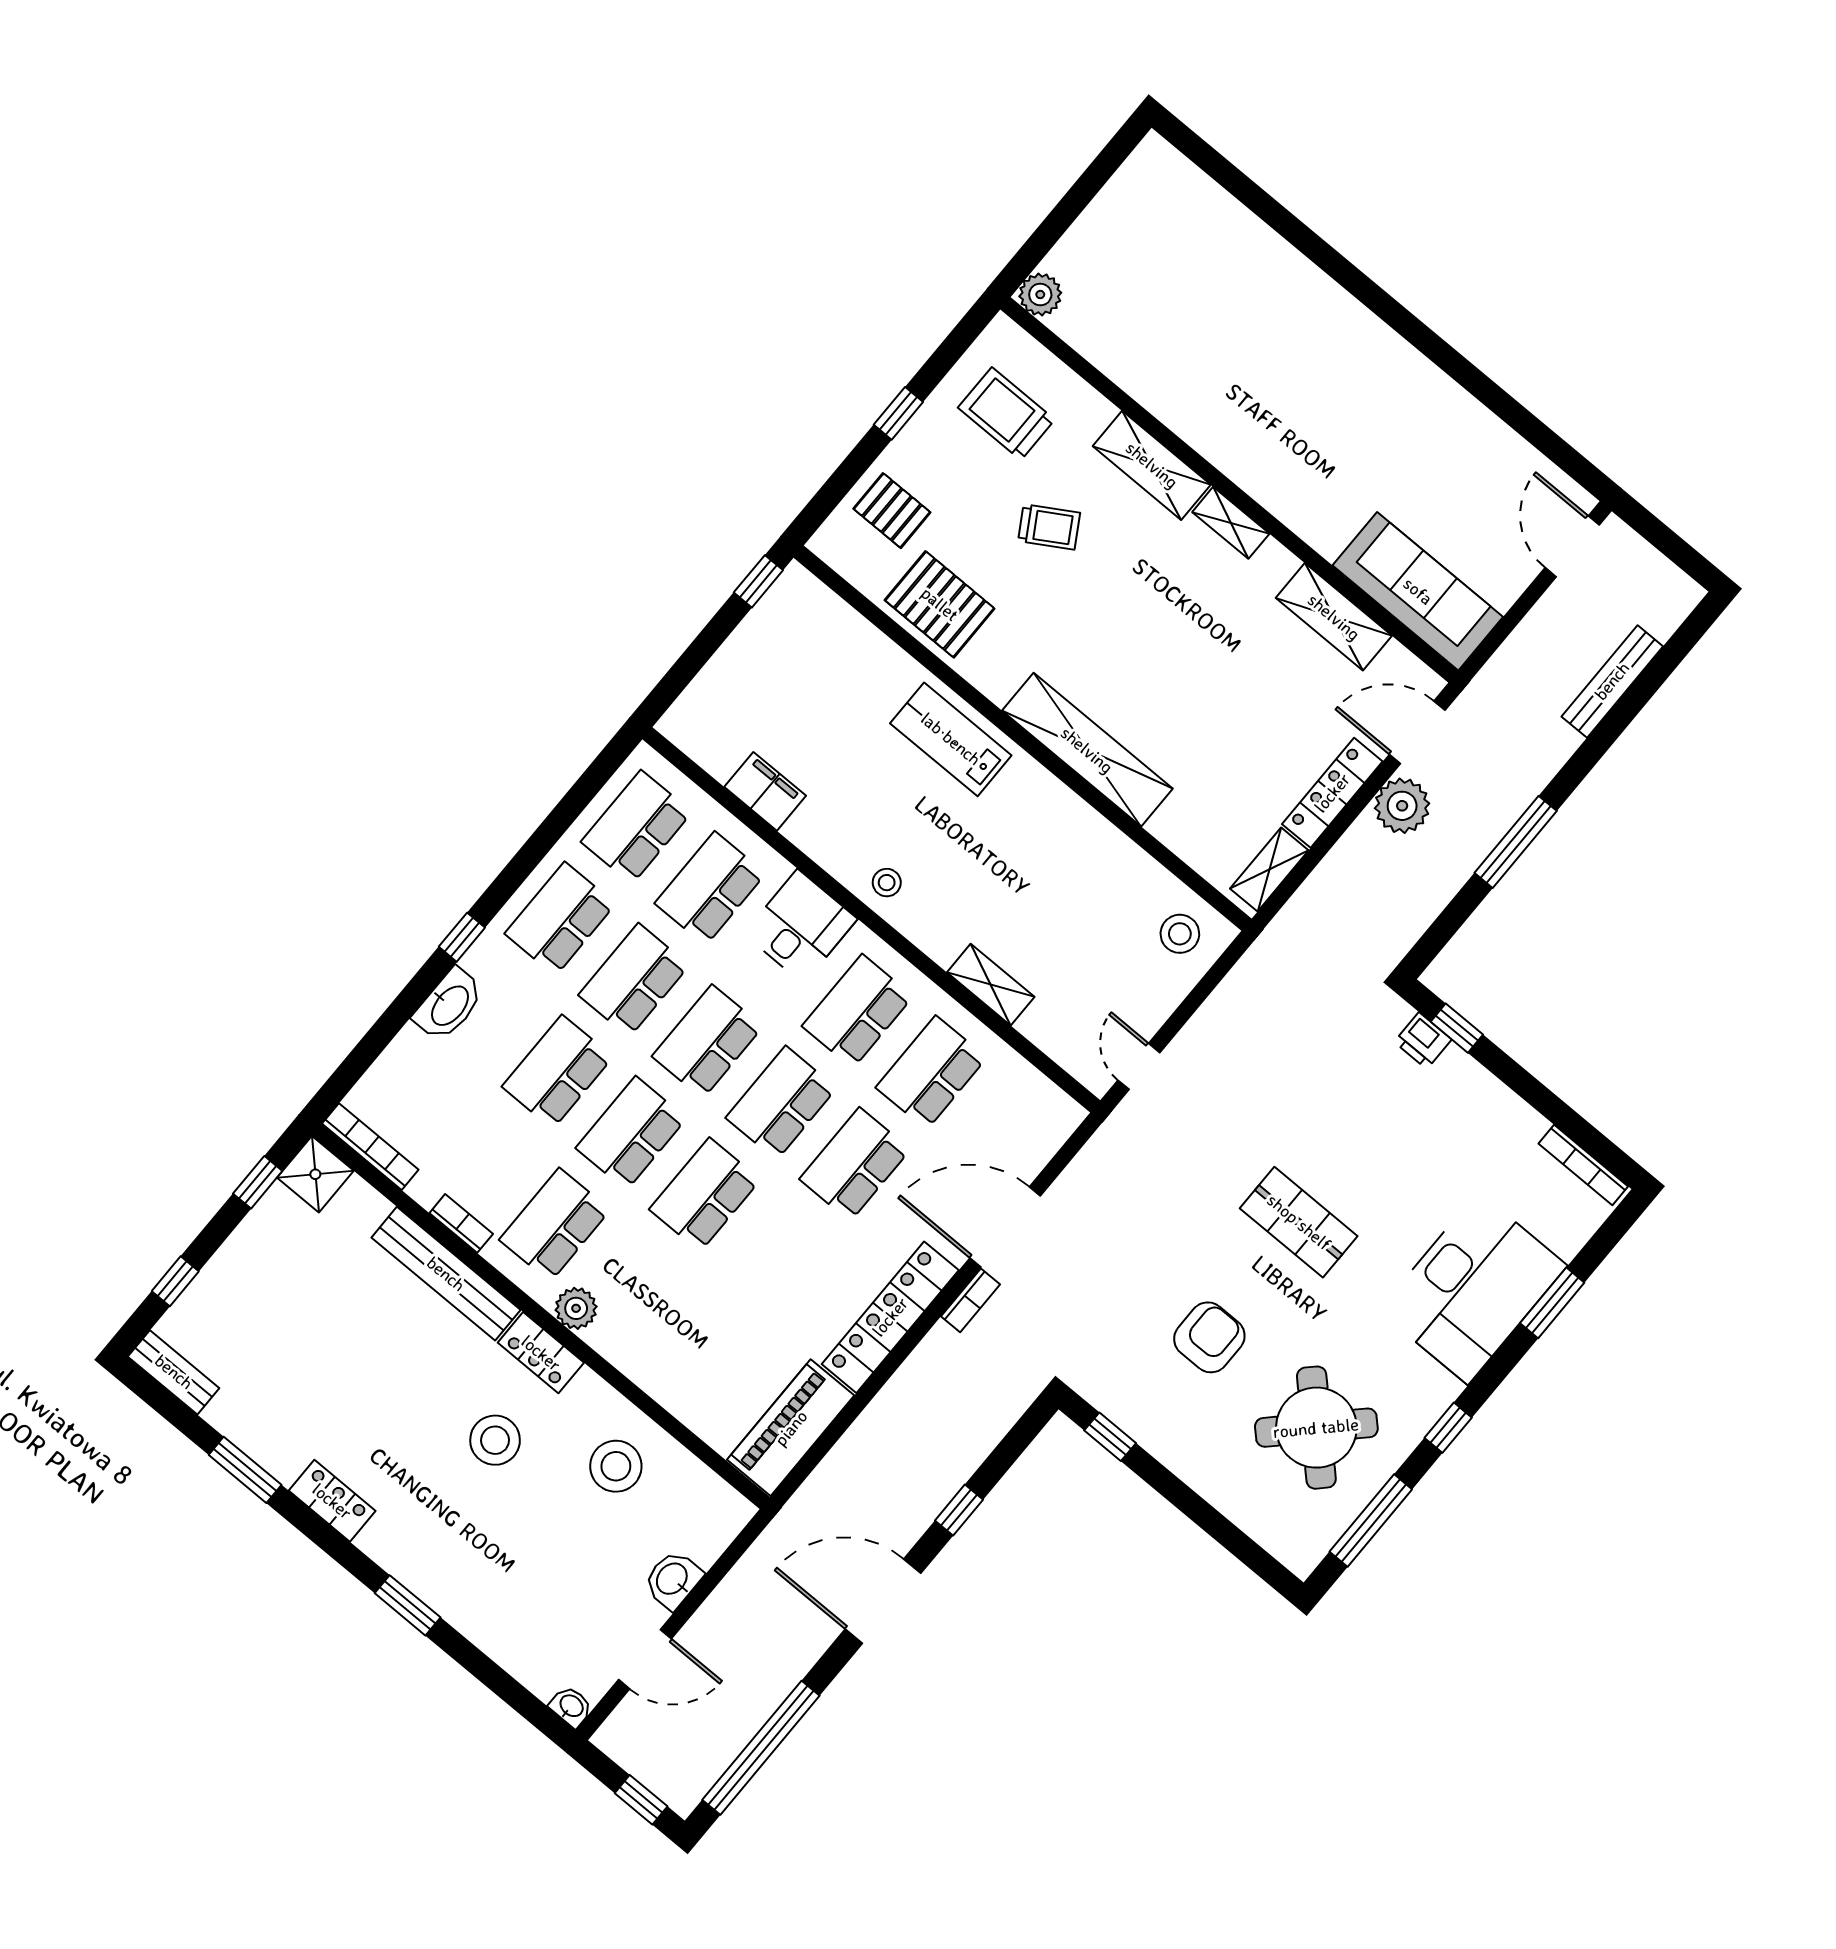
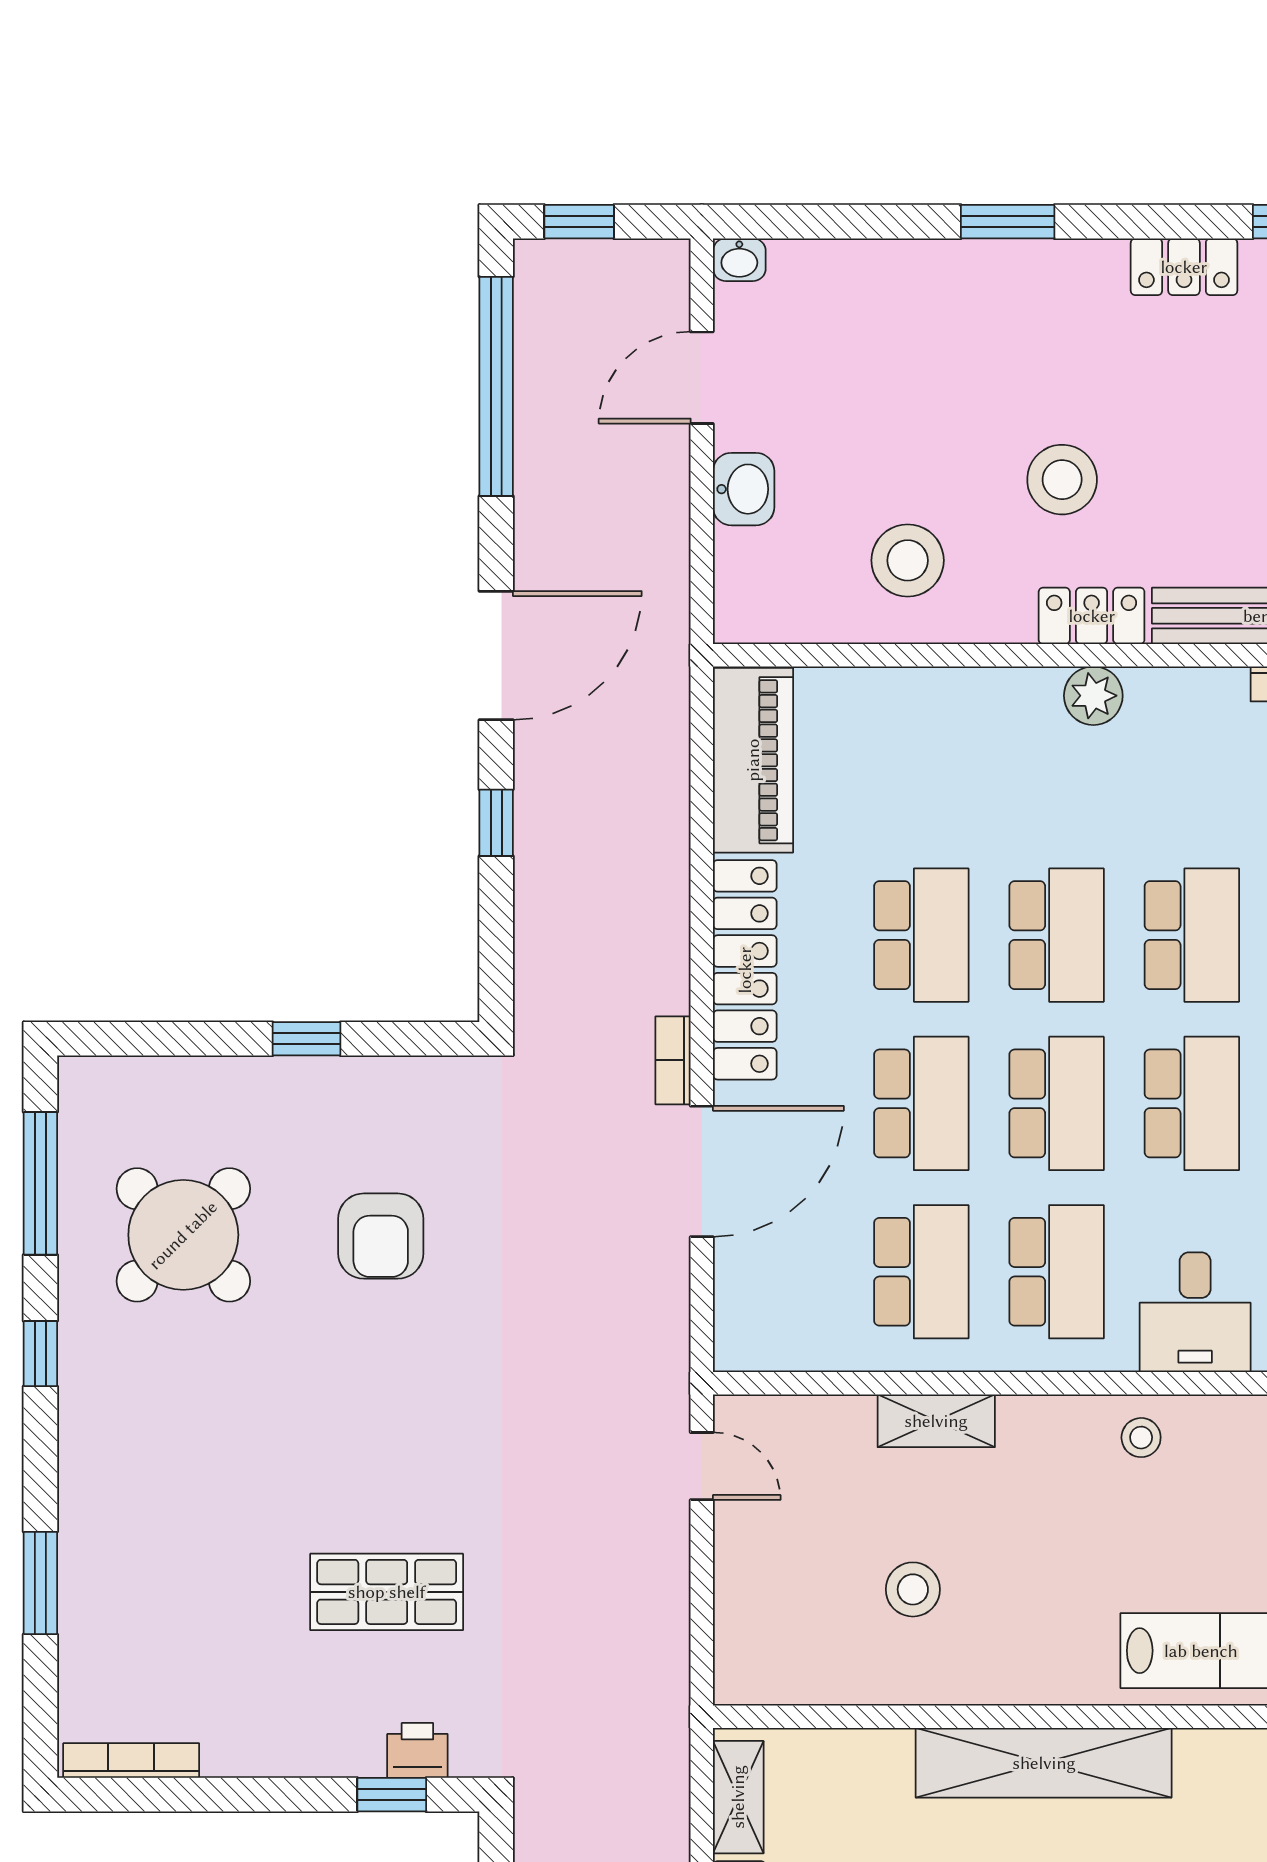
stool: (1180, 934) -> (913, 1589), moved
shop shelf: (1299, 1222) -> (387, 1592), moved
school desk: (555, 1225) -> (921, 935), moved
desk: (1473, 1288) -> (139, 1527), removed
window: (1110, 1437) -> (306, 1039), moved

